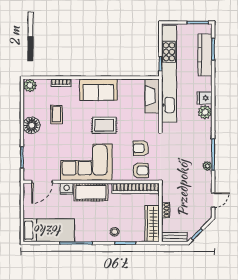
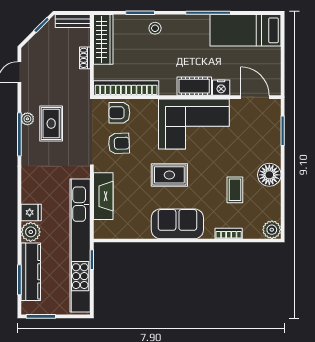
fireplace: (152, 96) -> (103, 196), moved
plant: (205, 112) -> (31, 232), moved
rug: (190, 163) -> (51, 124), added
door: (42, 182) -> (255, 97), hinge flipped
cot: (91, 192) -> (194, 86), width x0.73, depth x0.75

